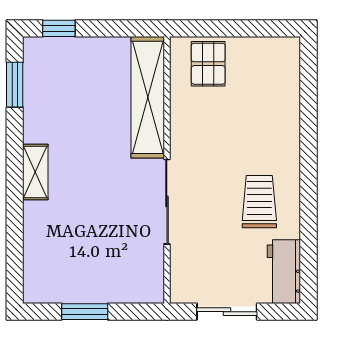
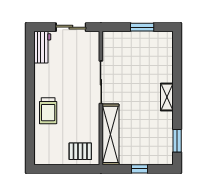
window: (59, 28) -> (139, 169), moved
pallet: (208, 64) -> (80, 151), turned 90
trolley: (259, 202) -> (48, 111), moved

